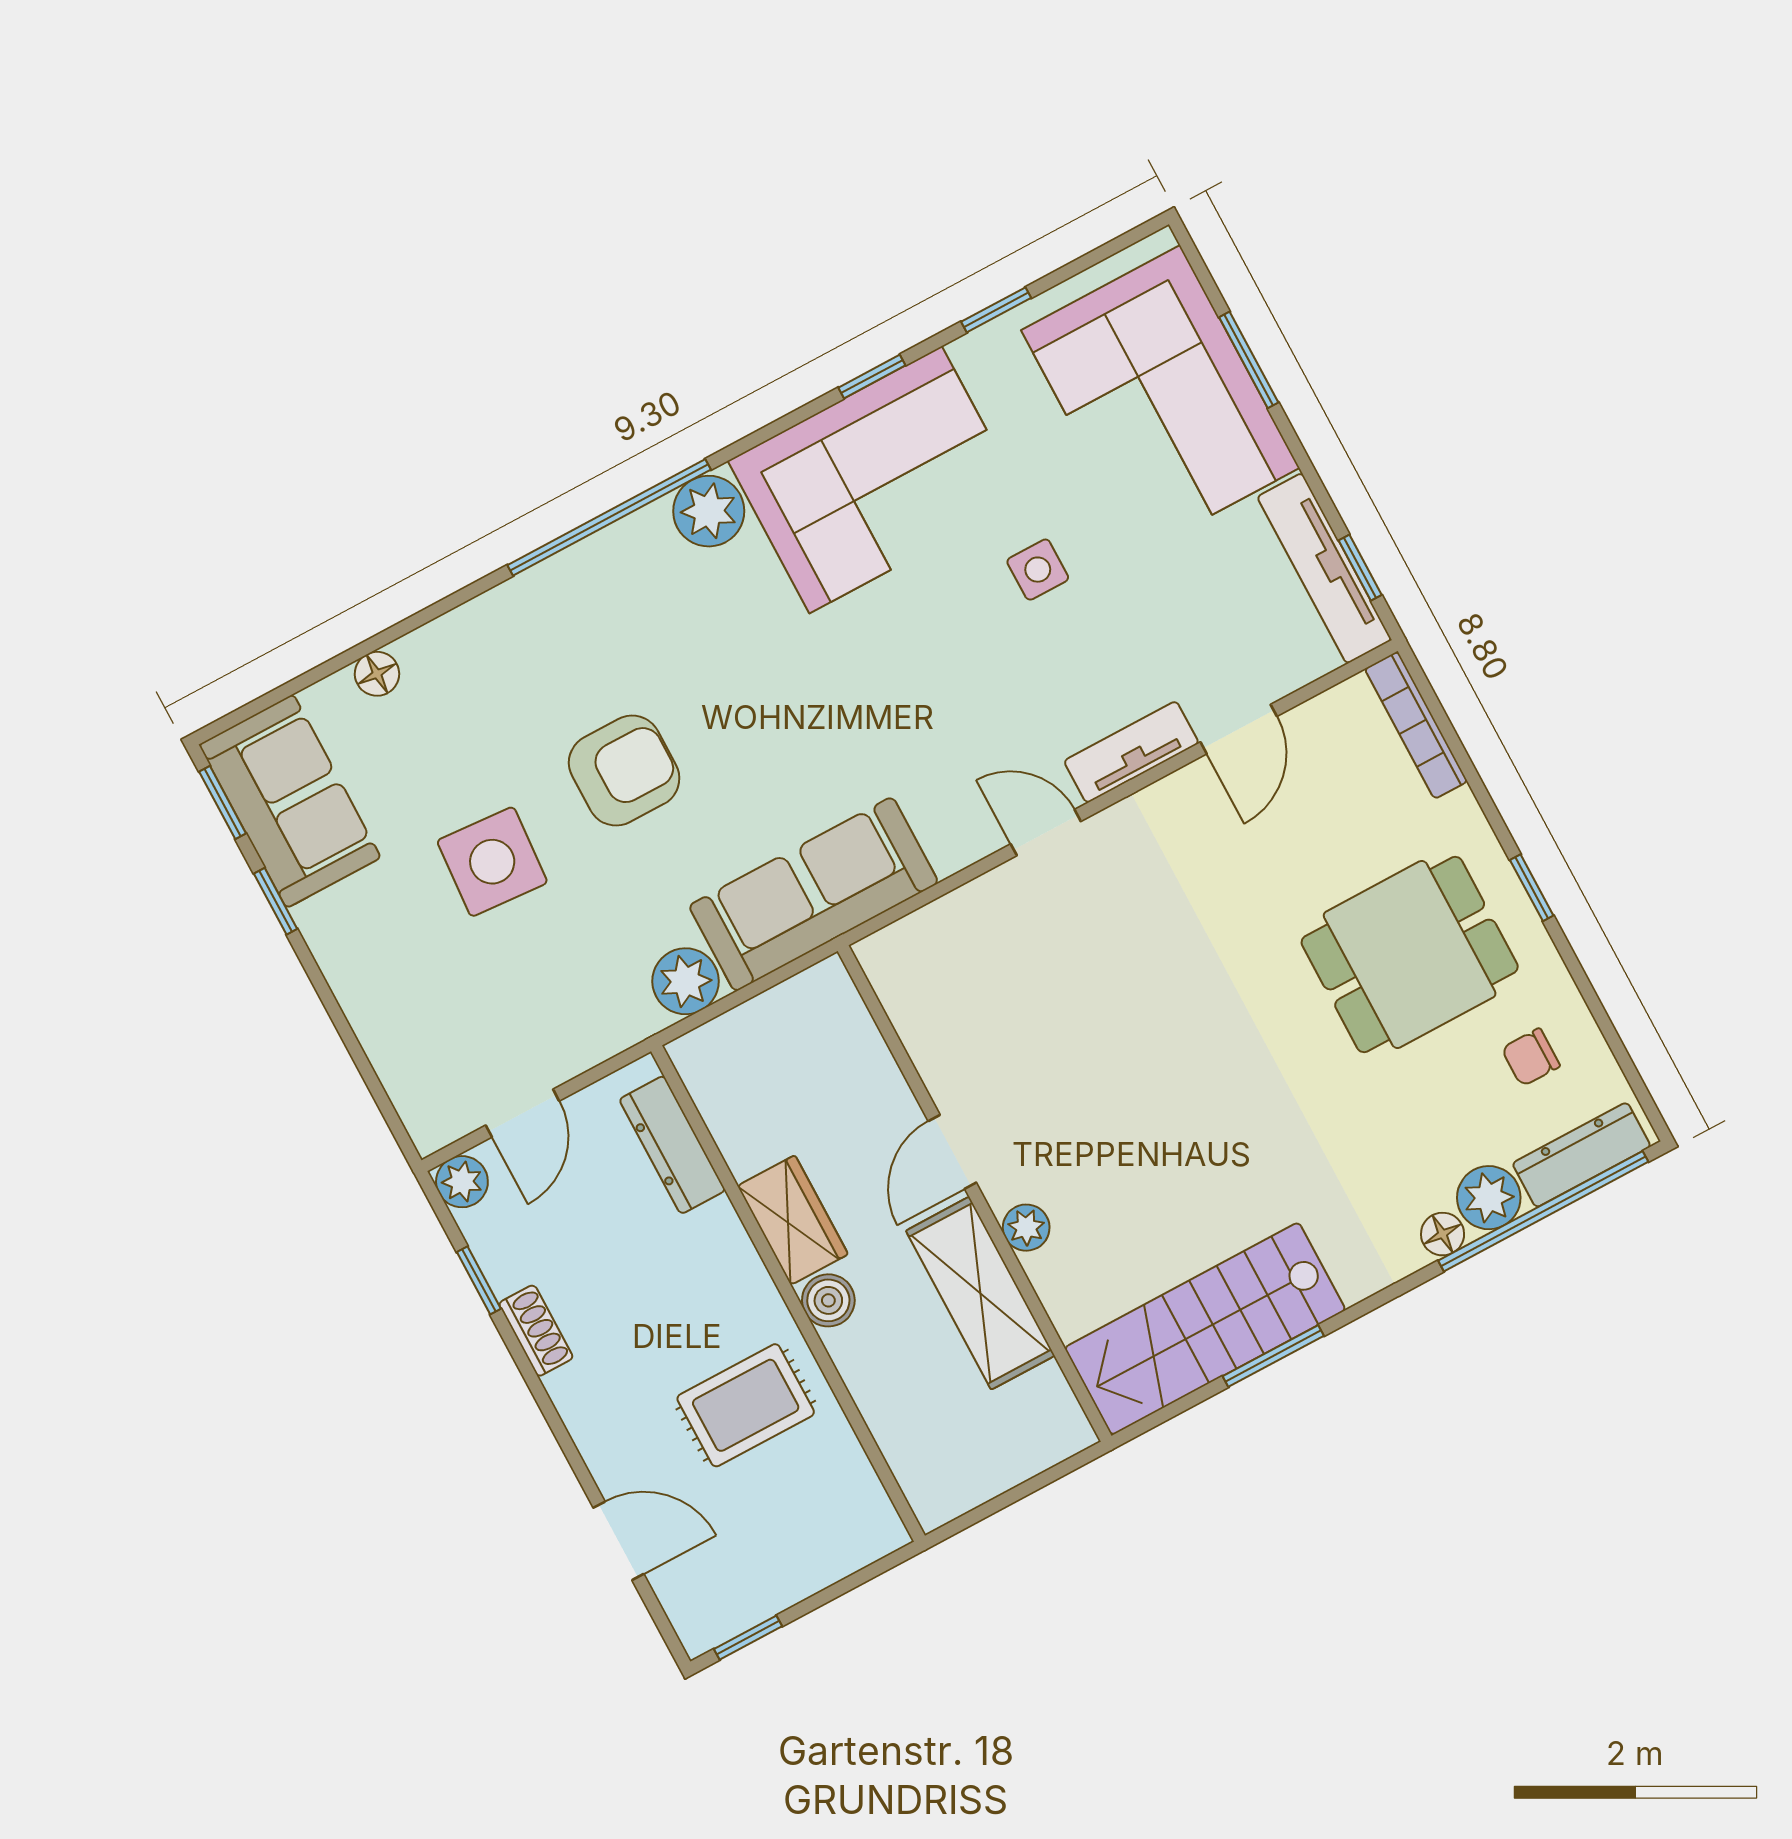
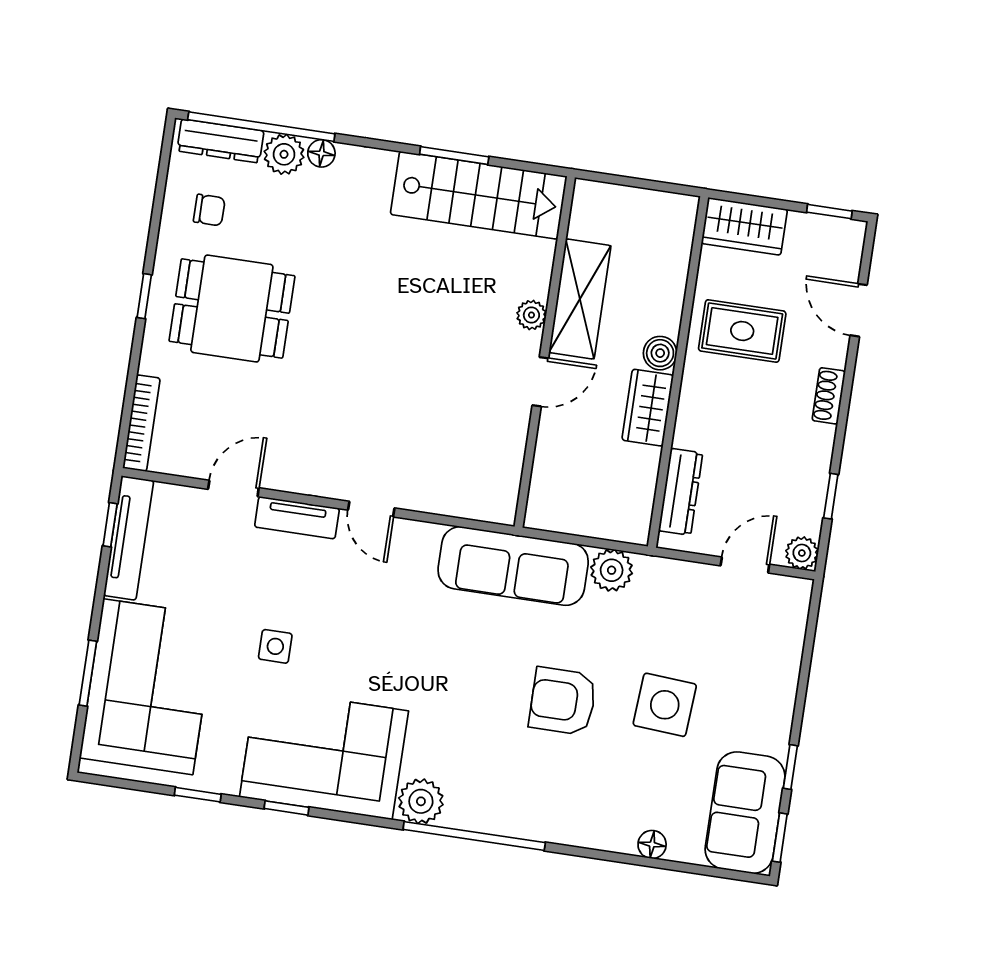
shoe rack: (536, 1331) -> (829, 396), moved
wardrobe: (841, 1539) -> (744, 226), added

